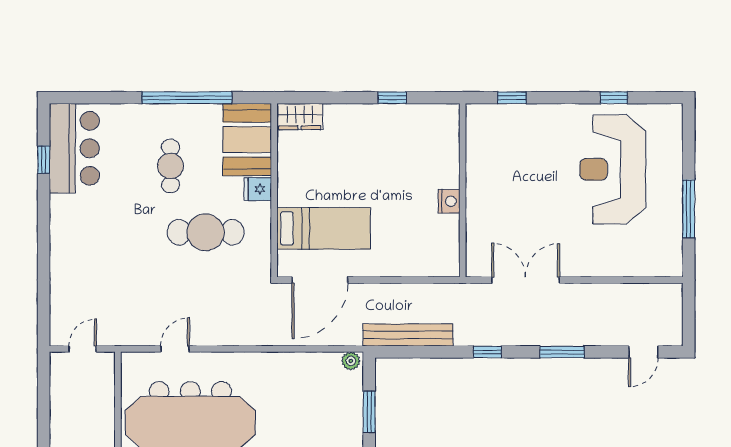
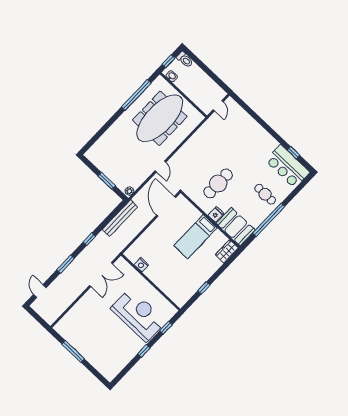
window: (614, 98) -> (144, 351), moved
cafe table: (171, 166) -> (265, 194), moved
reception desk: (613, 169) -> (138, 315), moved
nightstand: (449, 201) -> (141, 265), moved
bed: (324, 228) -> (196, 237), moved
door: (175, 349) -> (160, 166), moved

